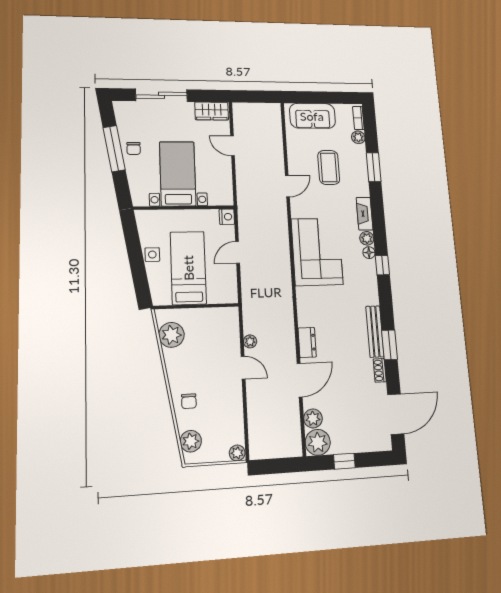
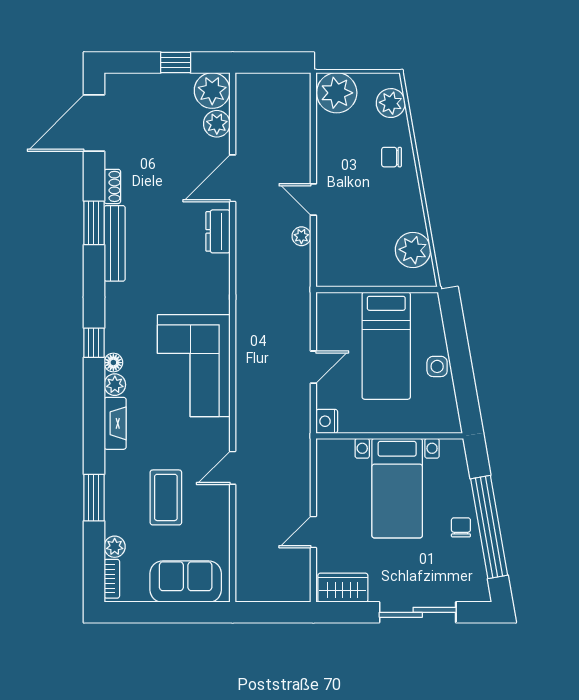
door: (232, 146) -> (313, 532), swing flipped
window: (114, 149) -> (489, 527), width x1.46
chair: (189, 401) -> (391, 157), turned -90
plant: (237, 453) -> (337, 93), width x1.87, depth x1.87

